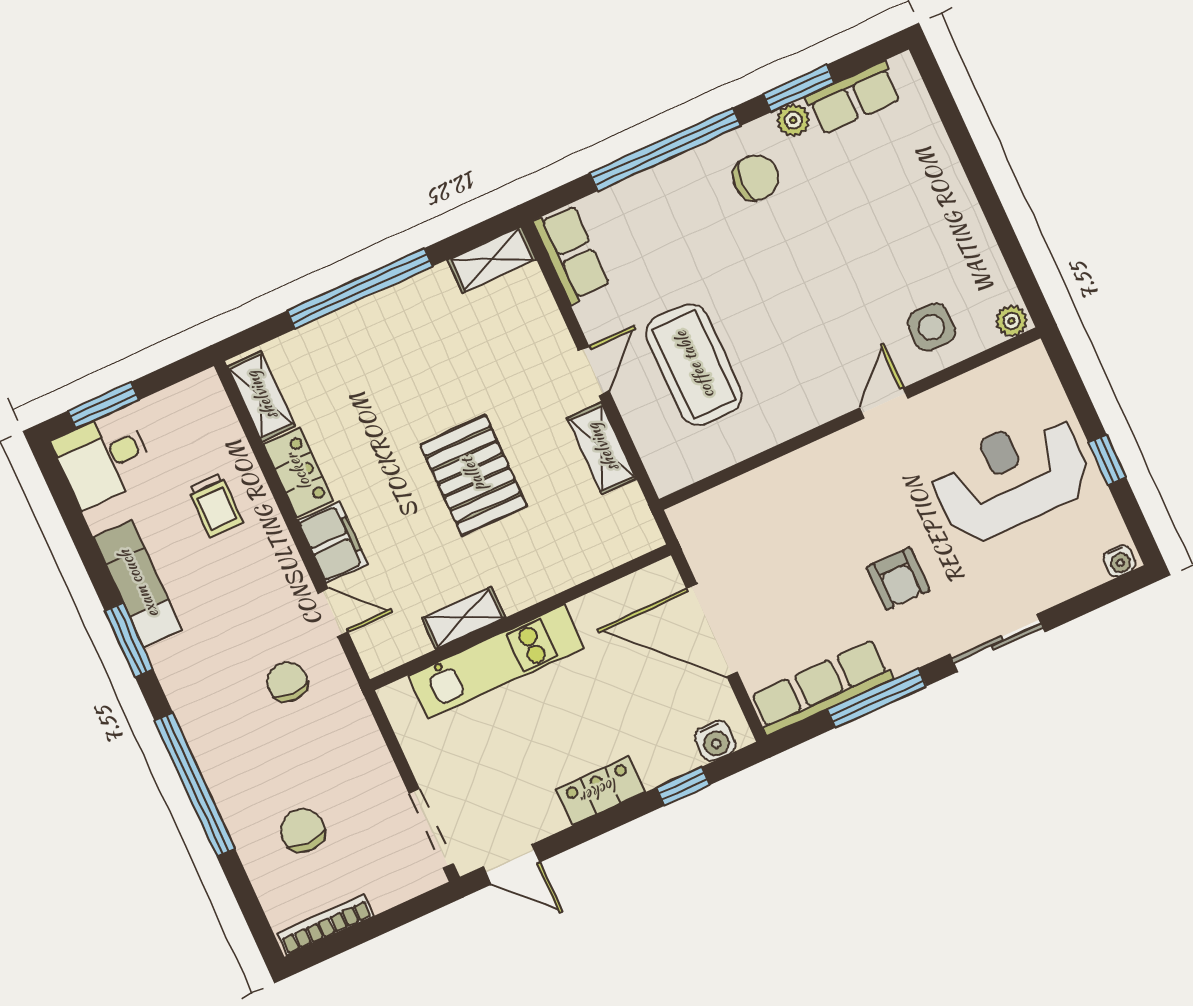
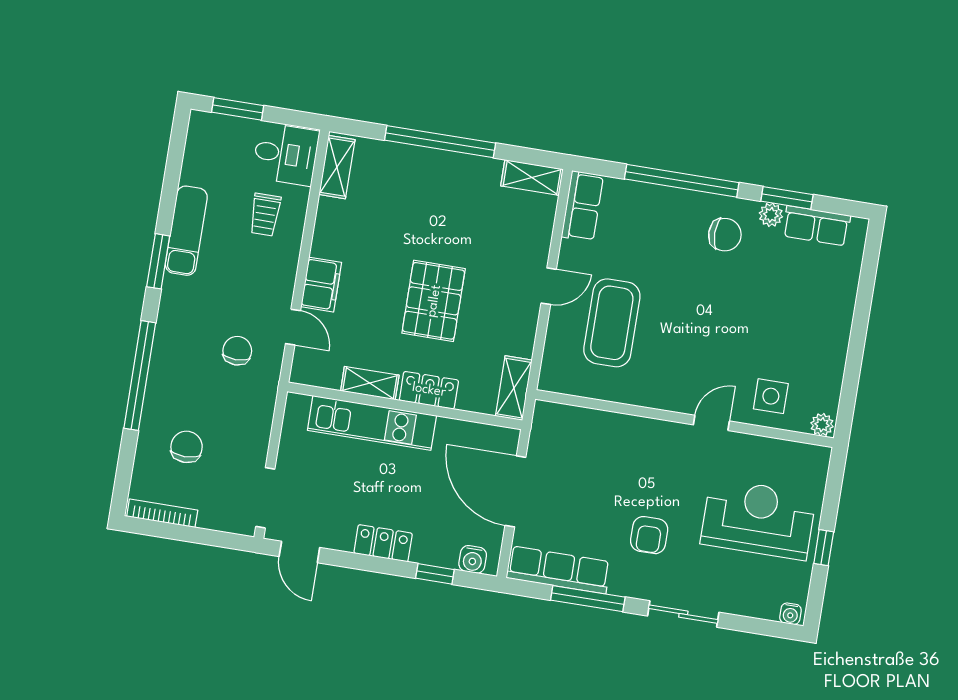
shelving: (602, 448) -> (514, 388), moved
desk: (103, 459) -> (286, 154), moved, turned 180
locker: (298, 472) -> (429, 390), moved, turned -90

